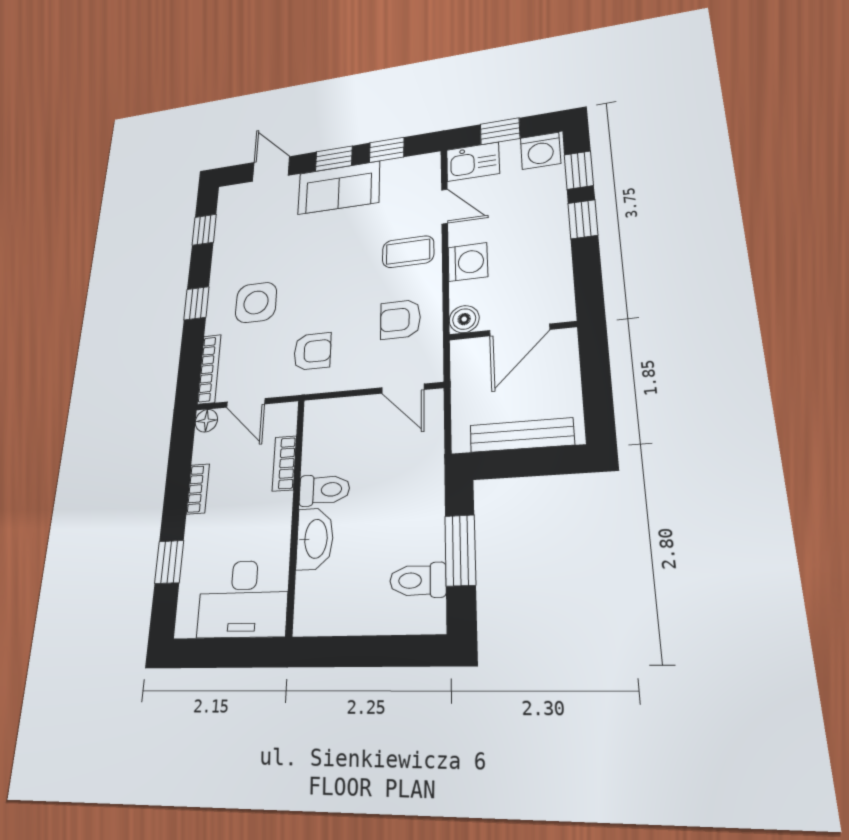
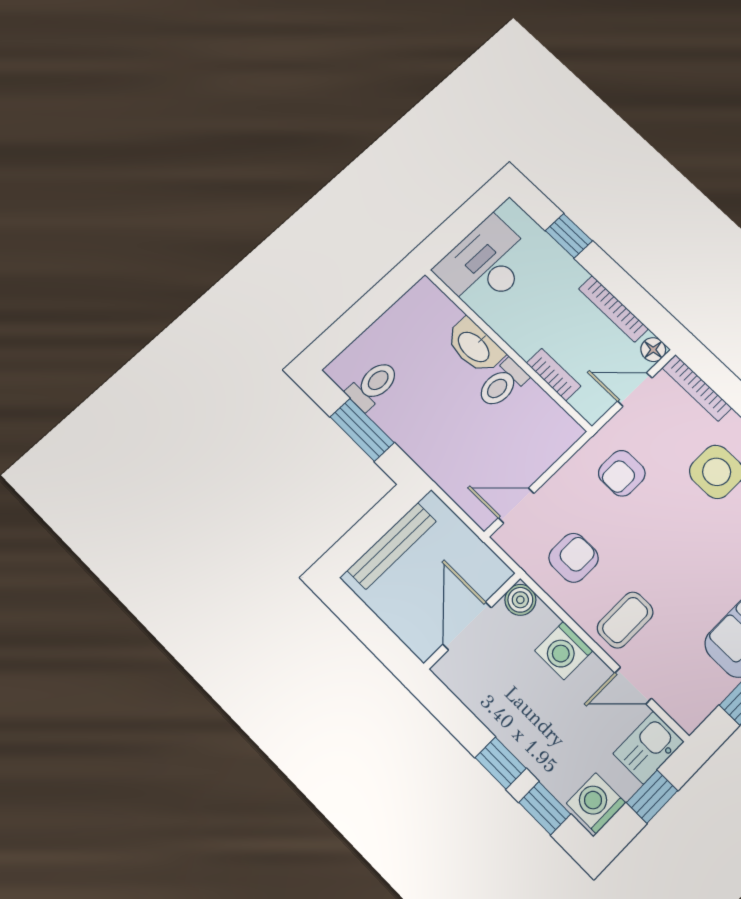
bookcase: (198, 489) -> (613, 309), width x1.56

